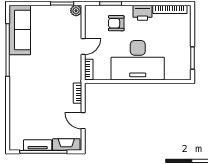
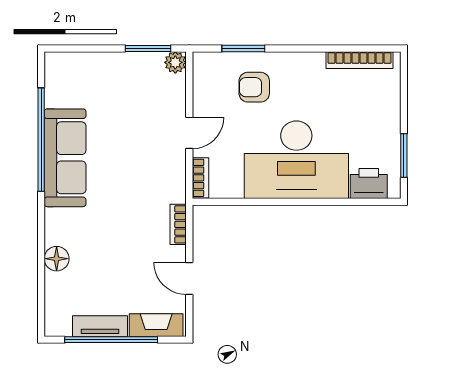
printer: (143, 13) -> (369, 183), moved, turned 180
sofa: (20, 30) -> (65, 158), moved
floor lamp: (15, 111) -> (57, 259), added

